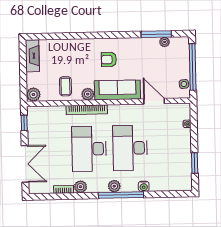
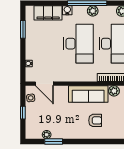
window: (156, 34) -> (54, 142), width x0.69
window: (193, 67) -> (23, 113), width x0.32
door: (154, 101) -> (44, 84), moved
filing cabinet: (166, 183) -> (48, 13), added

